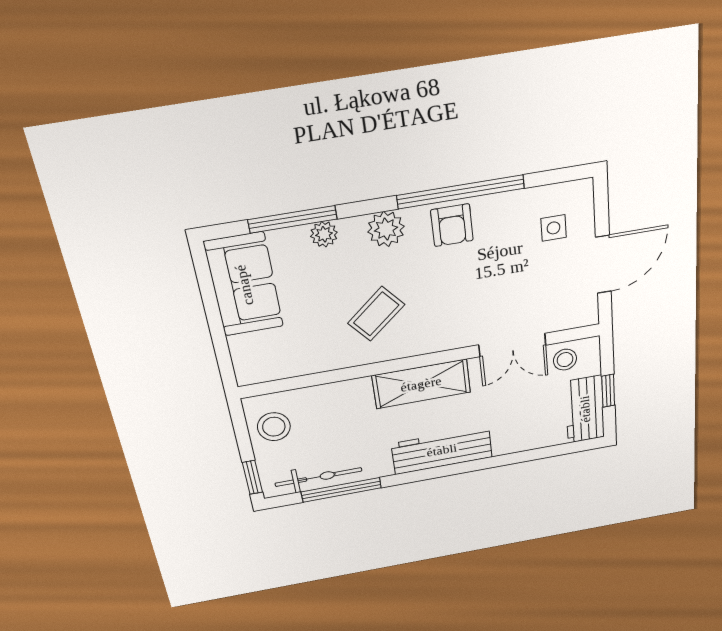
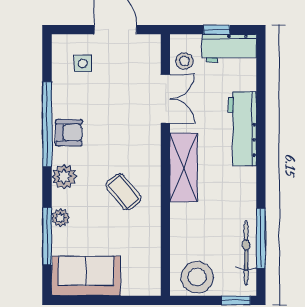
stool: (274, 427) -> (197, 277), width x1.38, depth x1.38
workbench: (442, 450) -> (242, 129), moved

